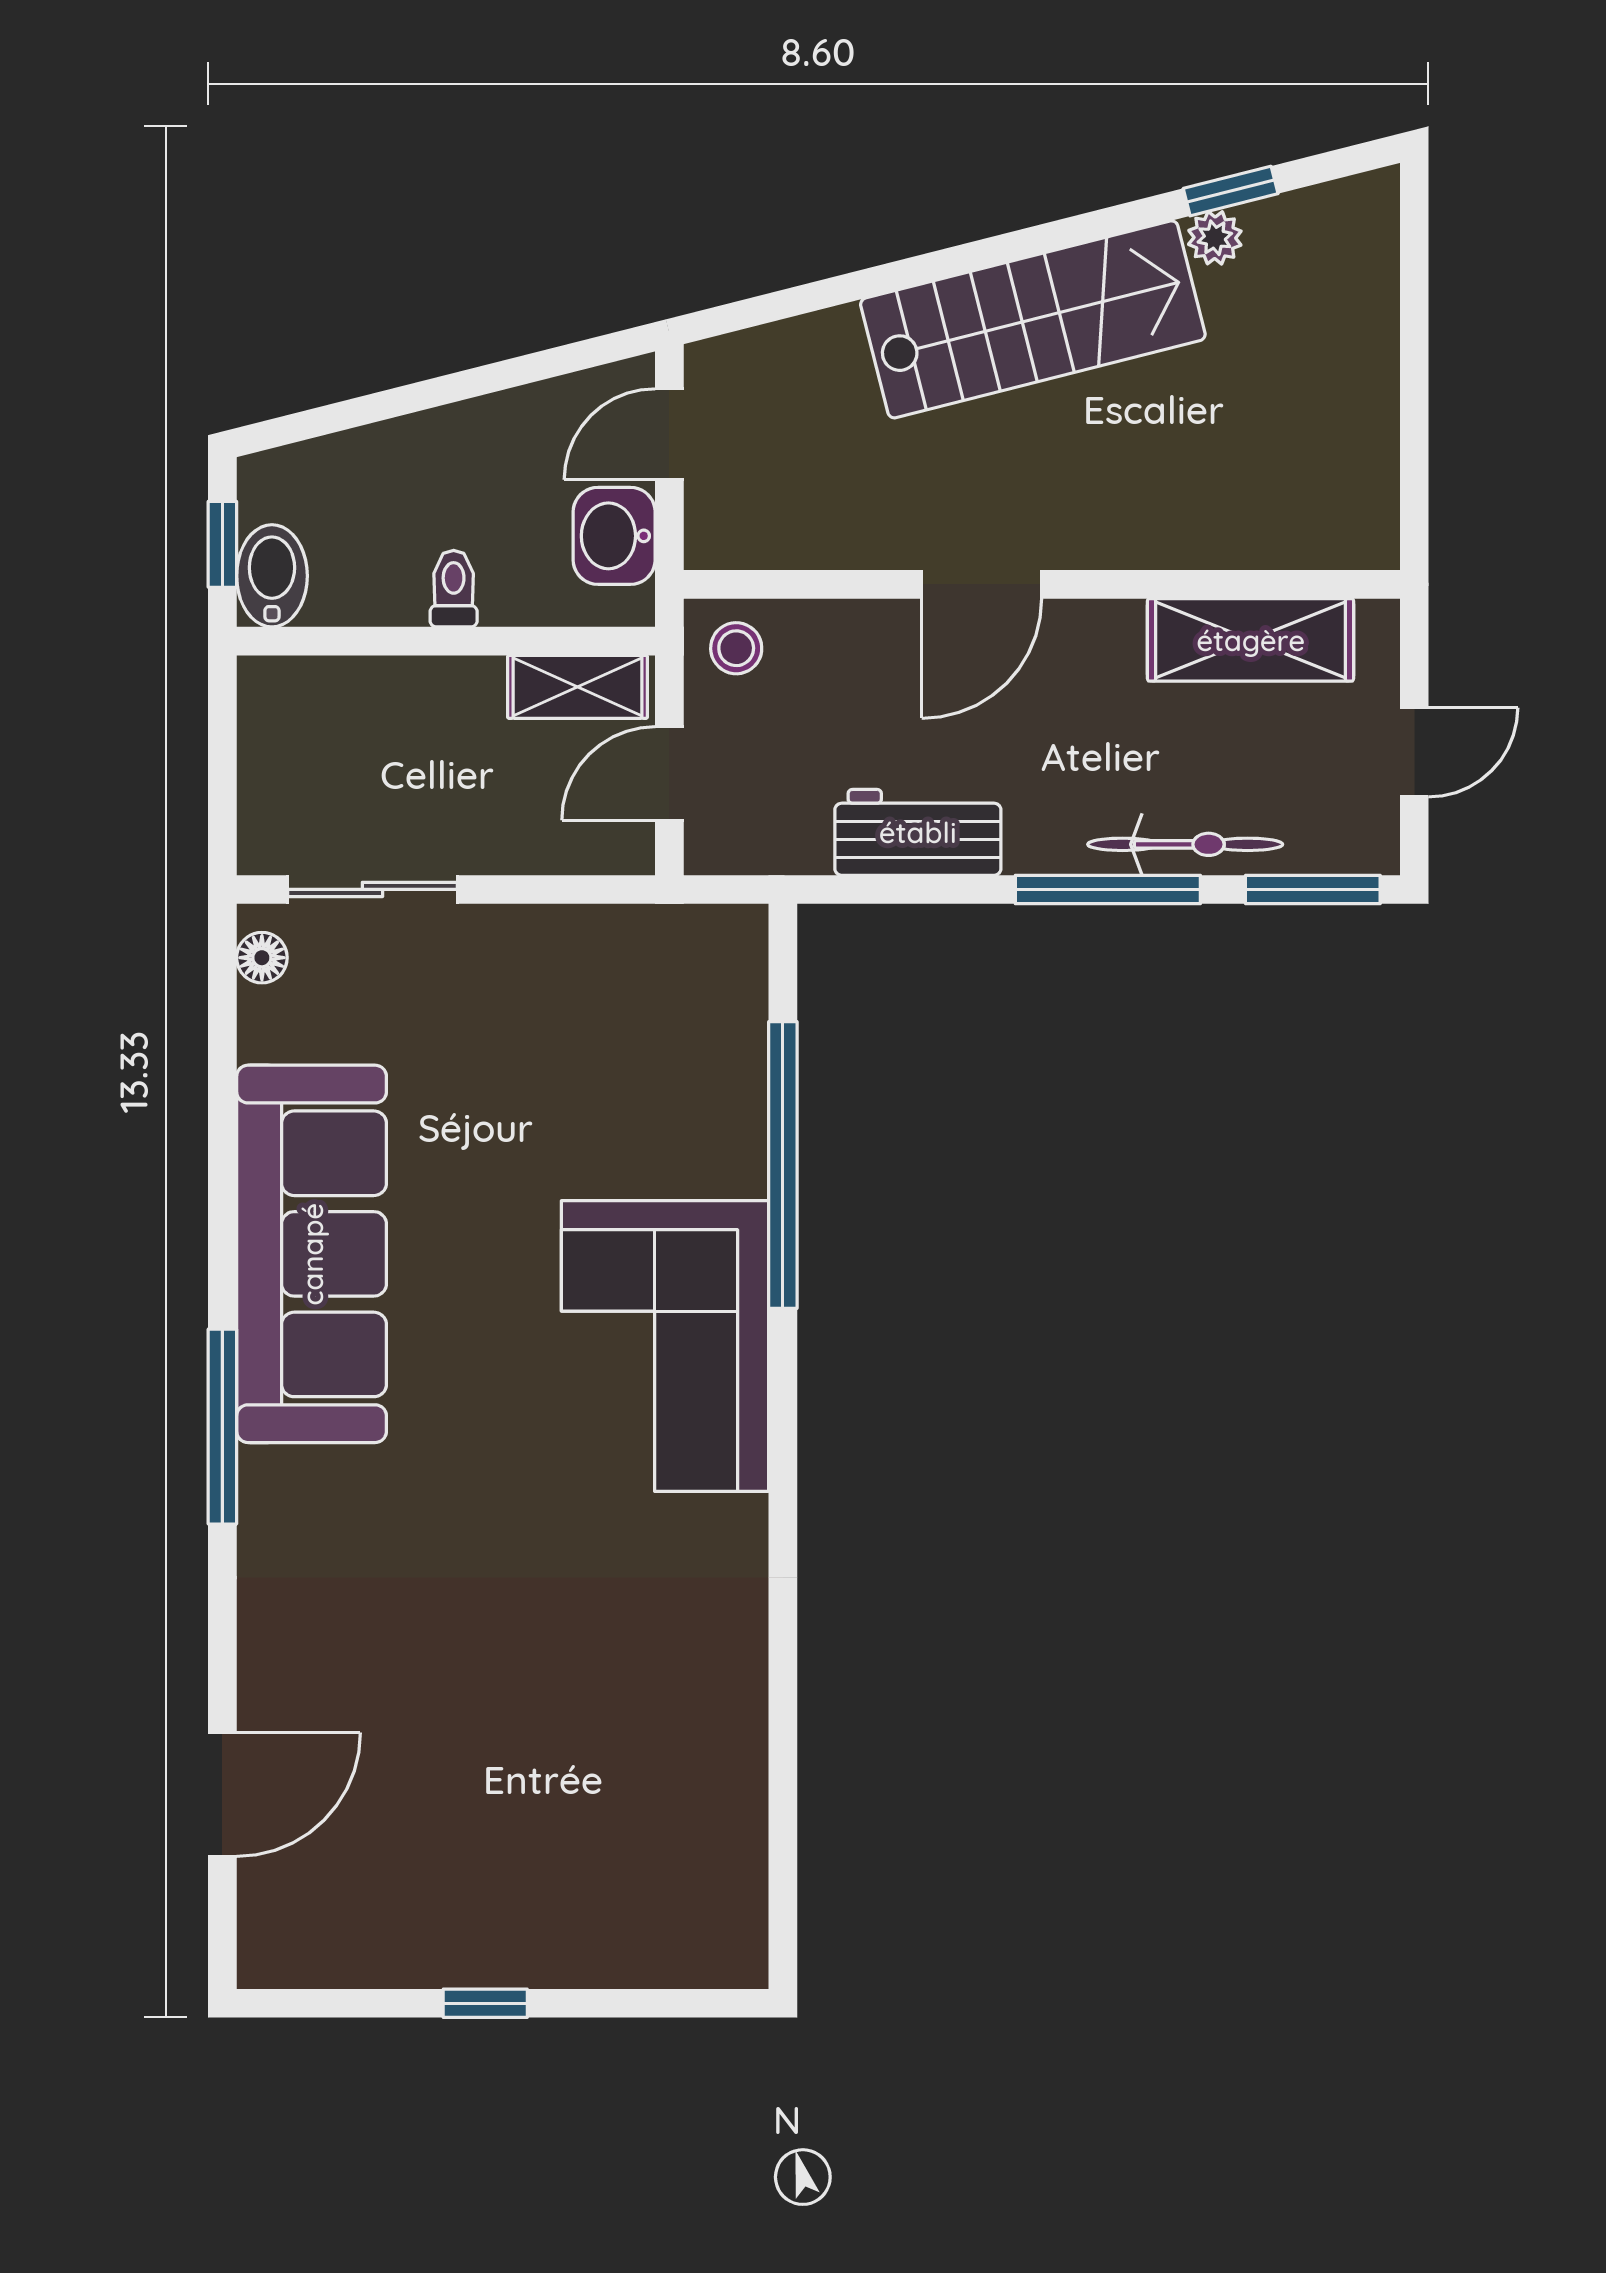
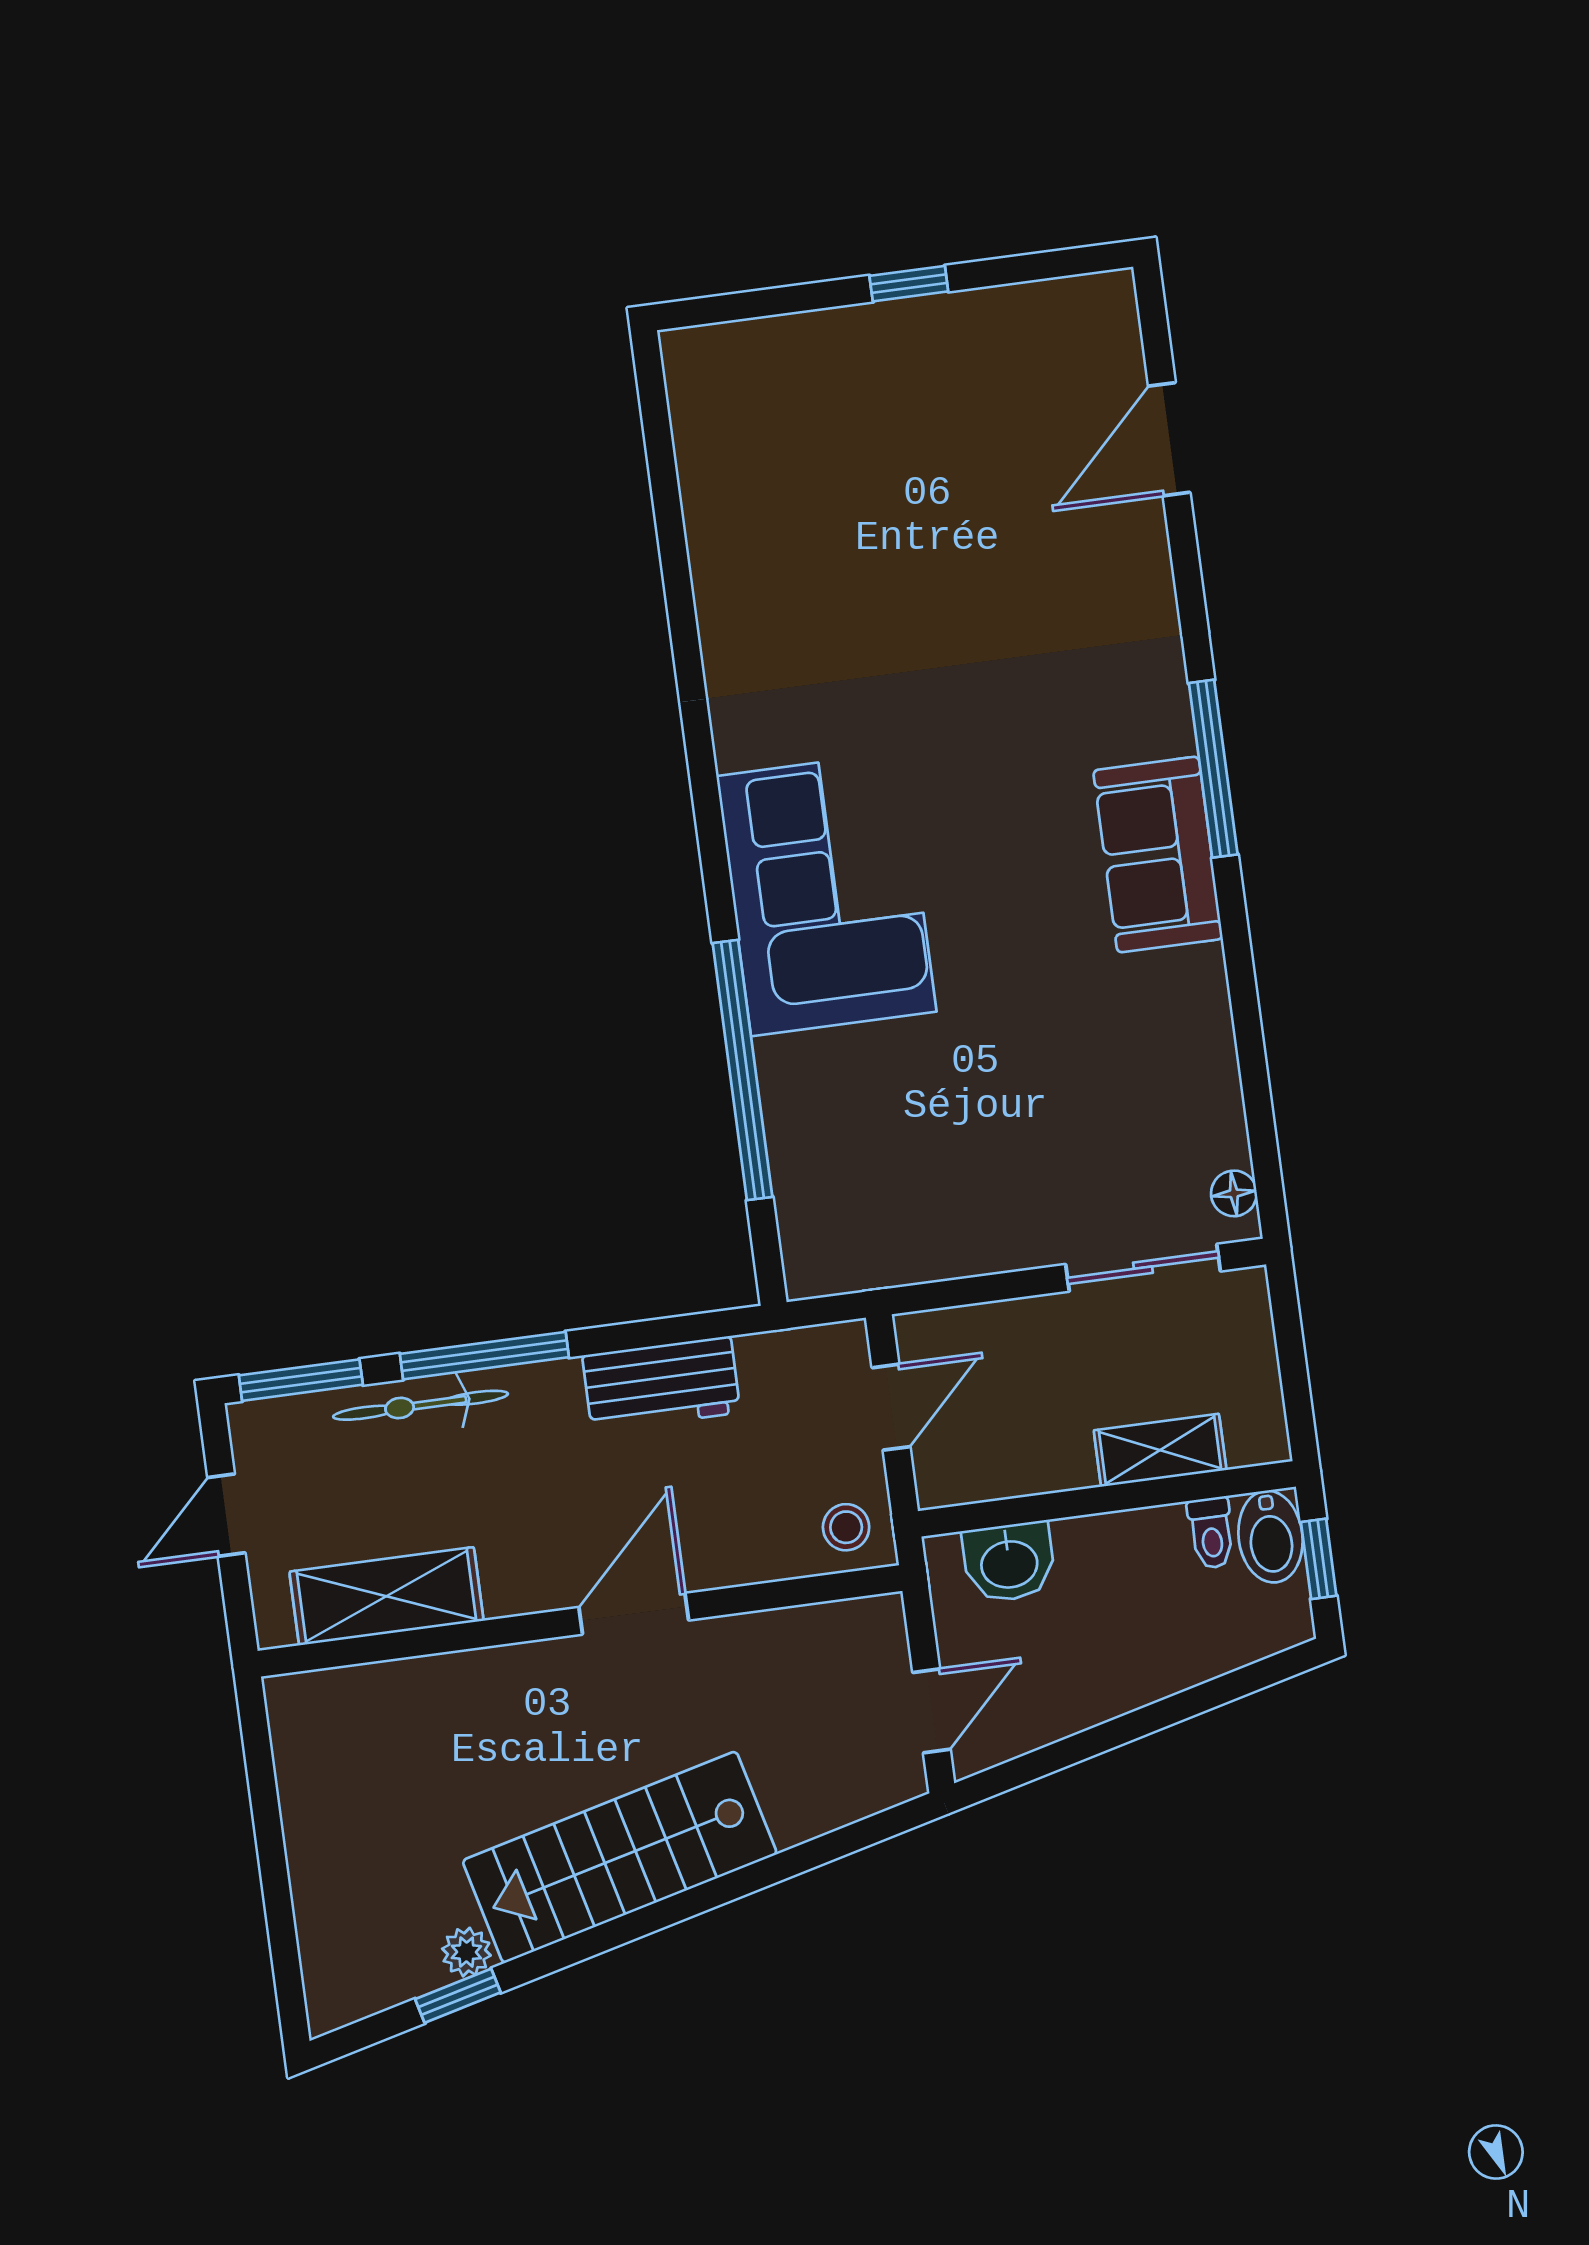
washbasin: (614, 536) -> (1009, 1562), moved, turned 90
toilet: (454, 589) -> (1211, 1533), moved
shelving: (577, 687) -> (1160, 1450), moved
sofa: (312, 1254) -> (1158, 855), width x0.54, depth x0.79

